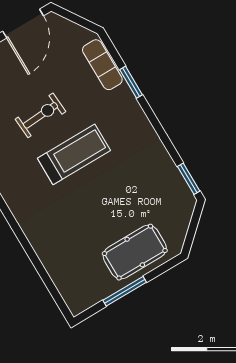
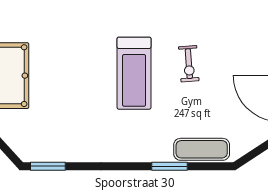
exercise bike: (40, 115) -> (189, 64), width x0.73, depth x0.72

